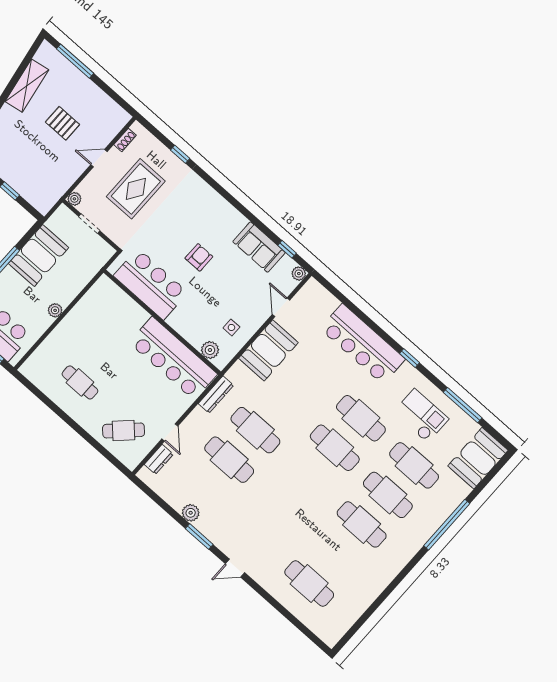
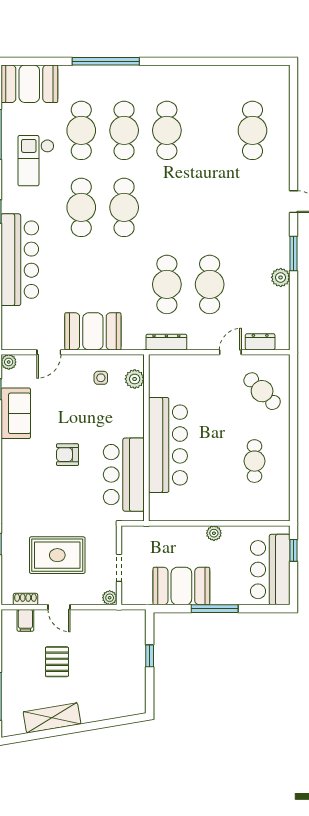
filing cabinet: (110, 127) -> (25, 620), added
bar counter: (173, 358) -> (168, 445), moved

